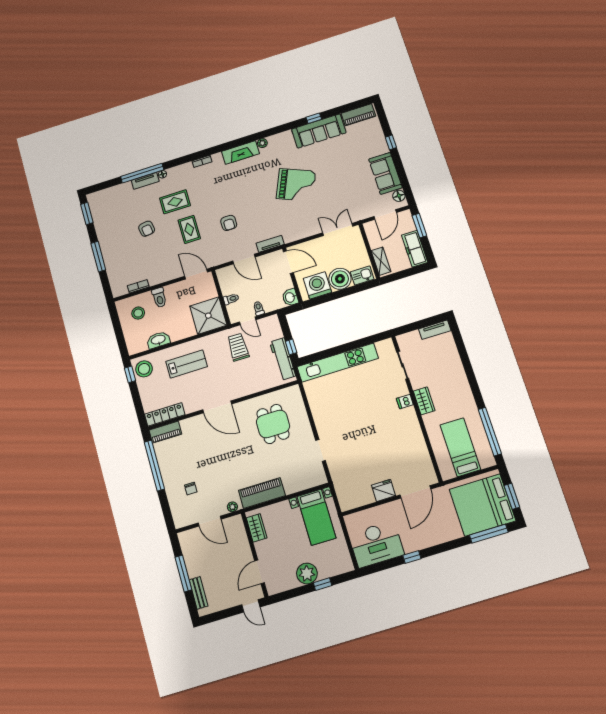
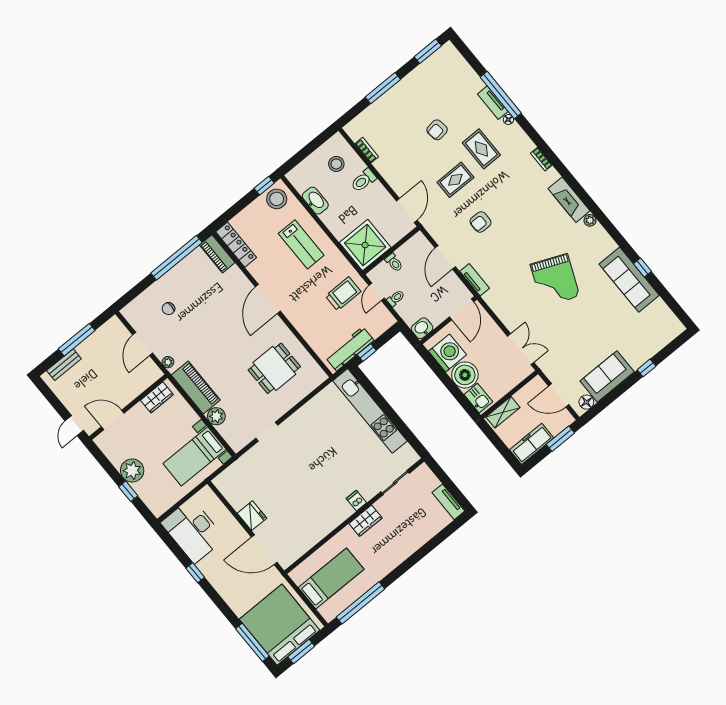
piano: (358, 115) -> (666, 317), removed
plant: (292, 486) -> (216, 416), added

